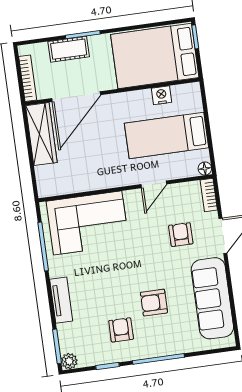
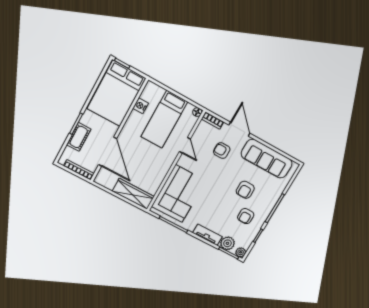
wardrobe: (41, 134) -> (133, 194), moved
armchair: (121, 330) -> (246, 216), turned -90
plant: (69, 335) -> (227, 243), added

